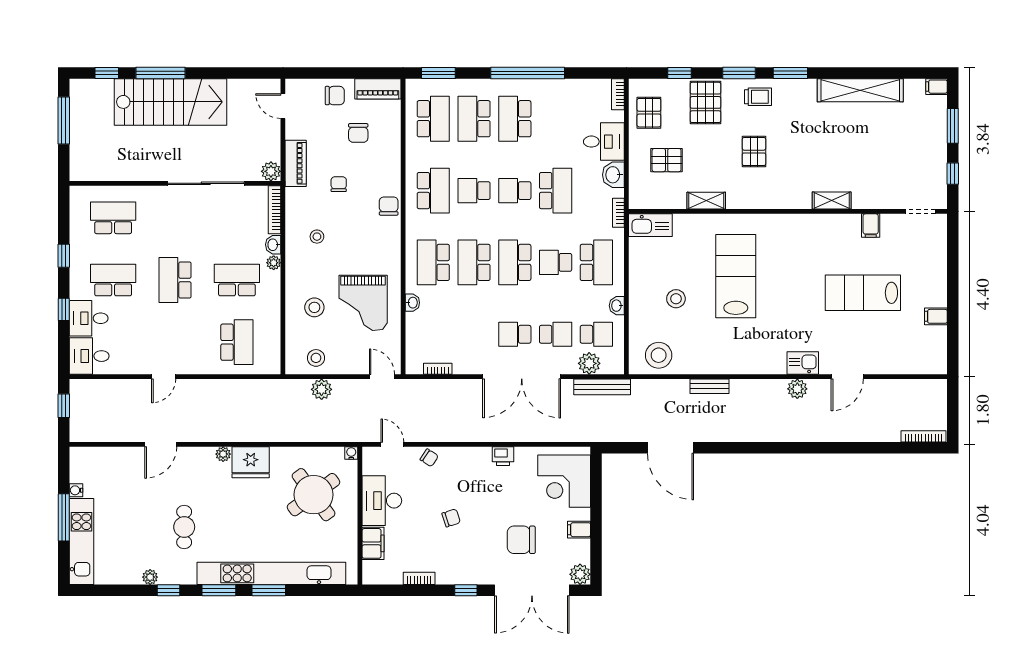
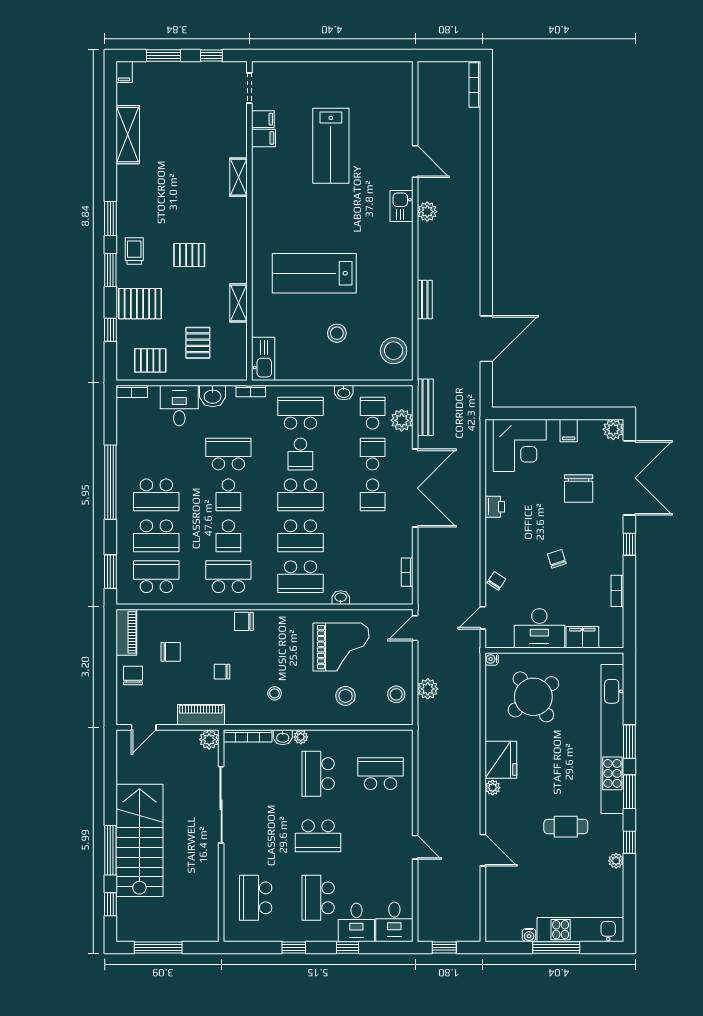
shelving: (860, 90) -> (128, 135), width x0.68
filing cabinet: (936, 316) -> (263, 119), moved, turned -90

